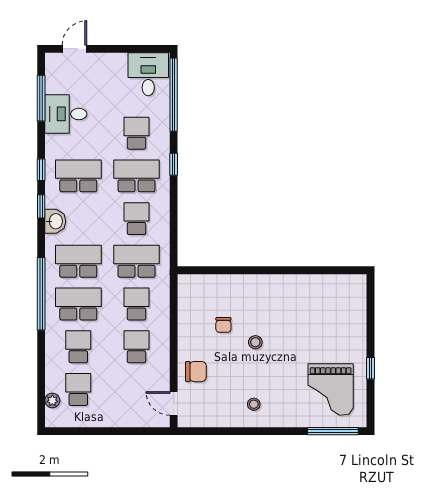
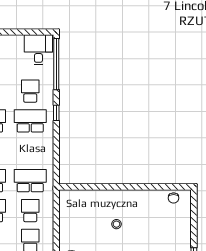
school desk: (136, 219) -> (30, 151), removed
chair: (223, 325) -> (174, 198), moved
stool: (255, 342) -> (116, 224), moved

